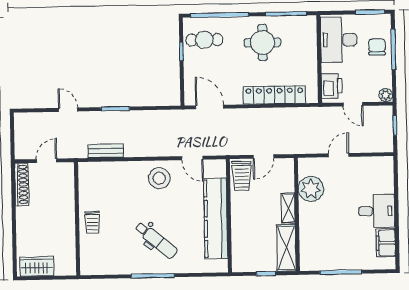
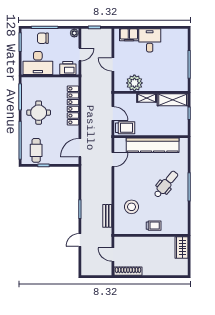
stool: (159, 178) -> (132, 207), moved
filing cabinet: (386, 243) -> (129, 35), moved
wardrobe: (37, 266) -> (182, 247), moved

